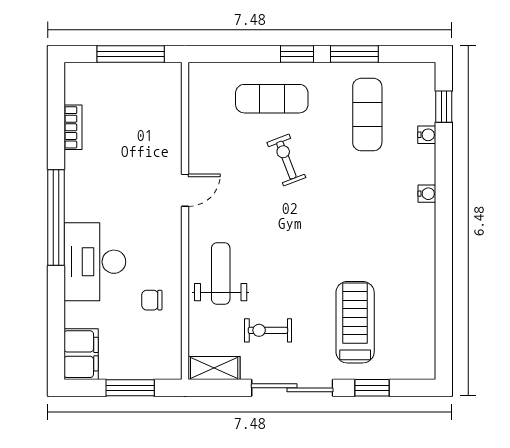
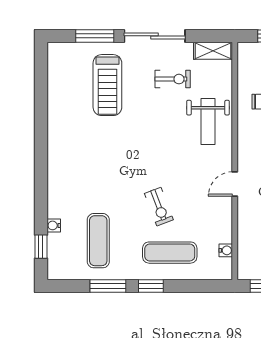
water cooler: (427, 194) -> (226, 250), moved, turned 180
window: (372, 388) -> (95, 36), width x1.50

